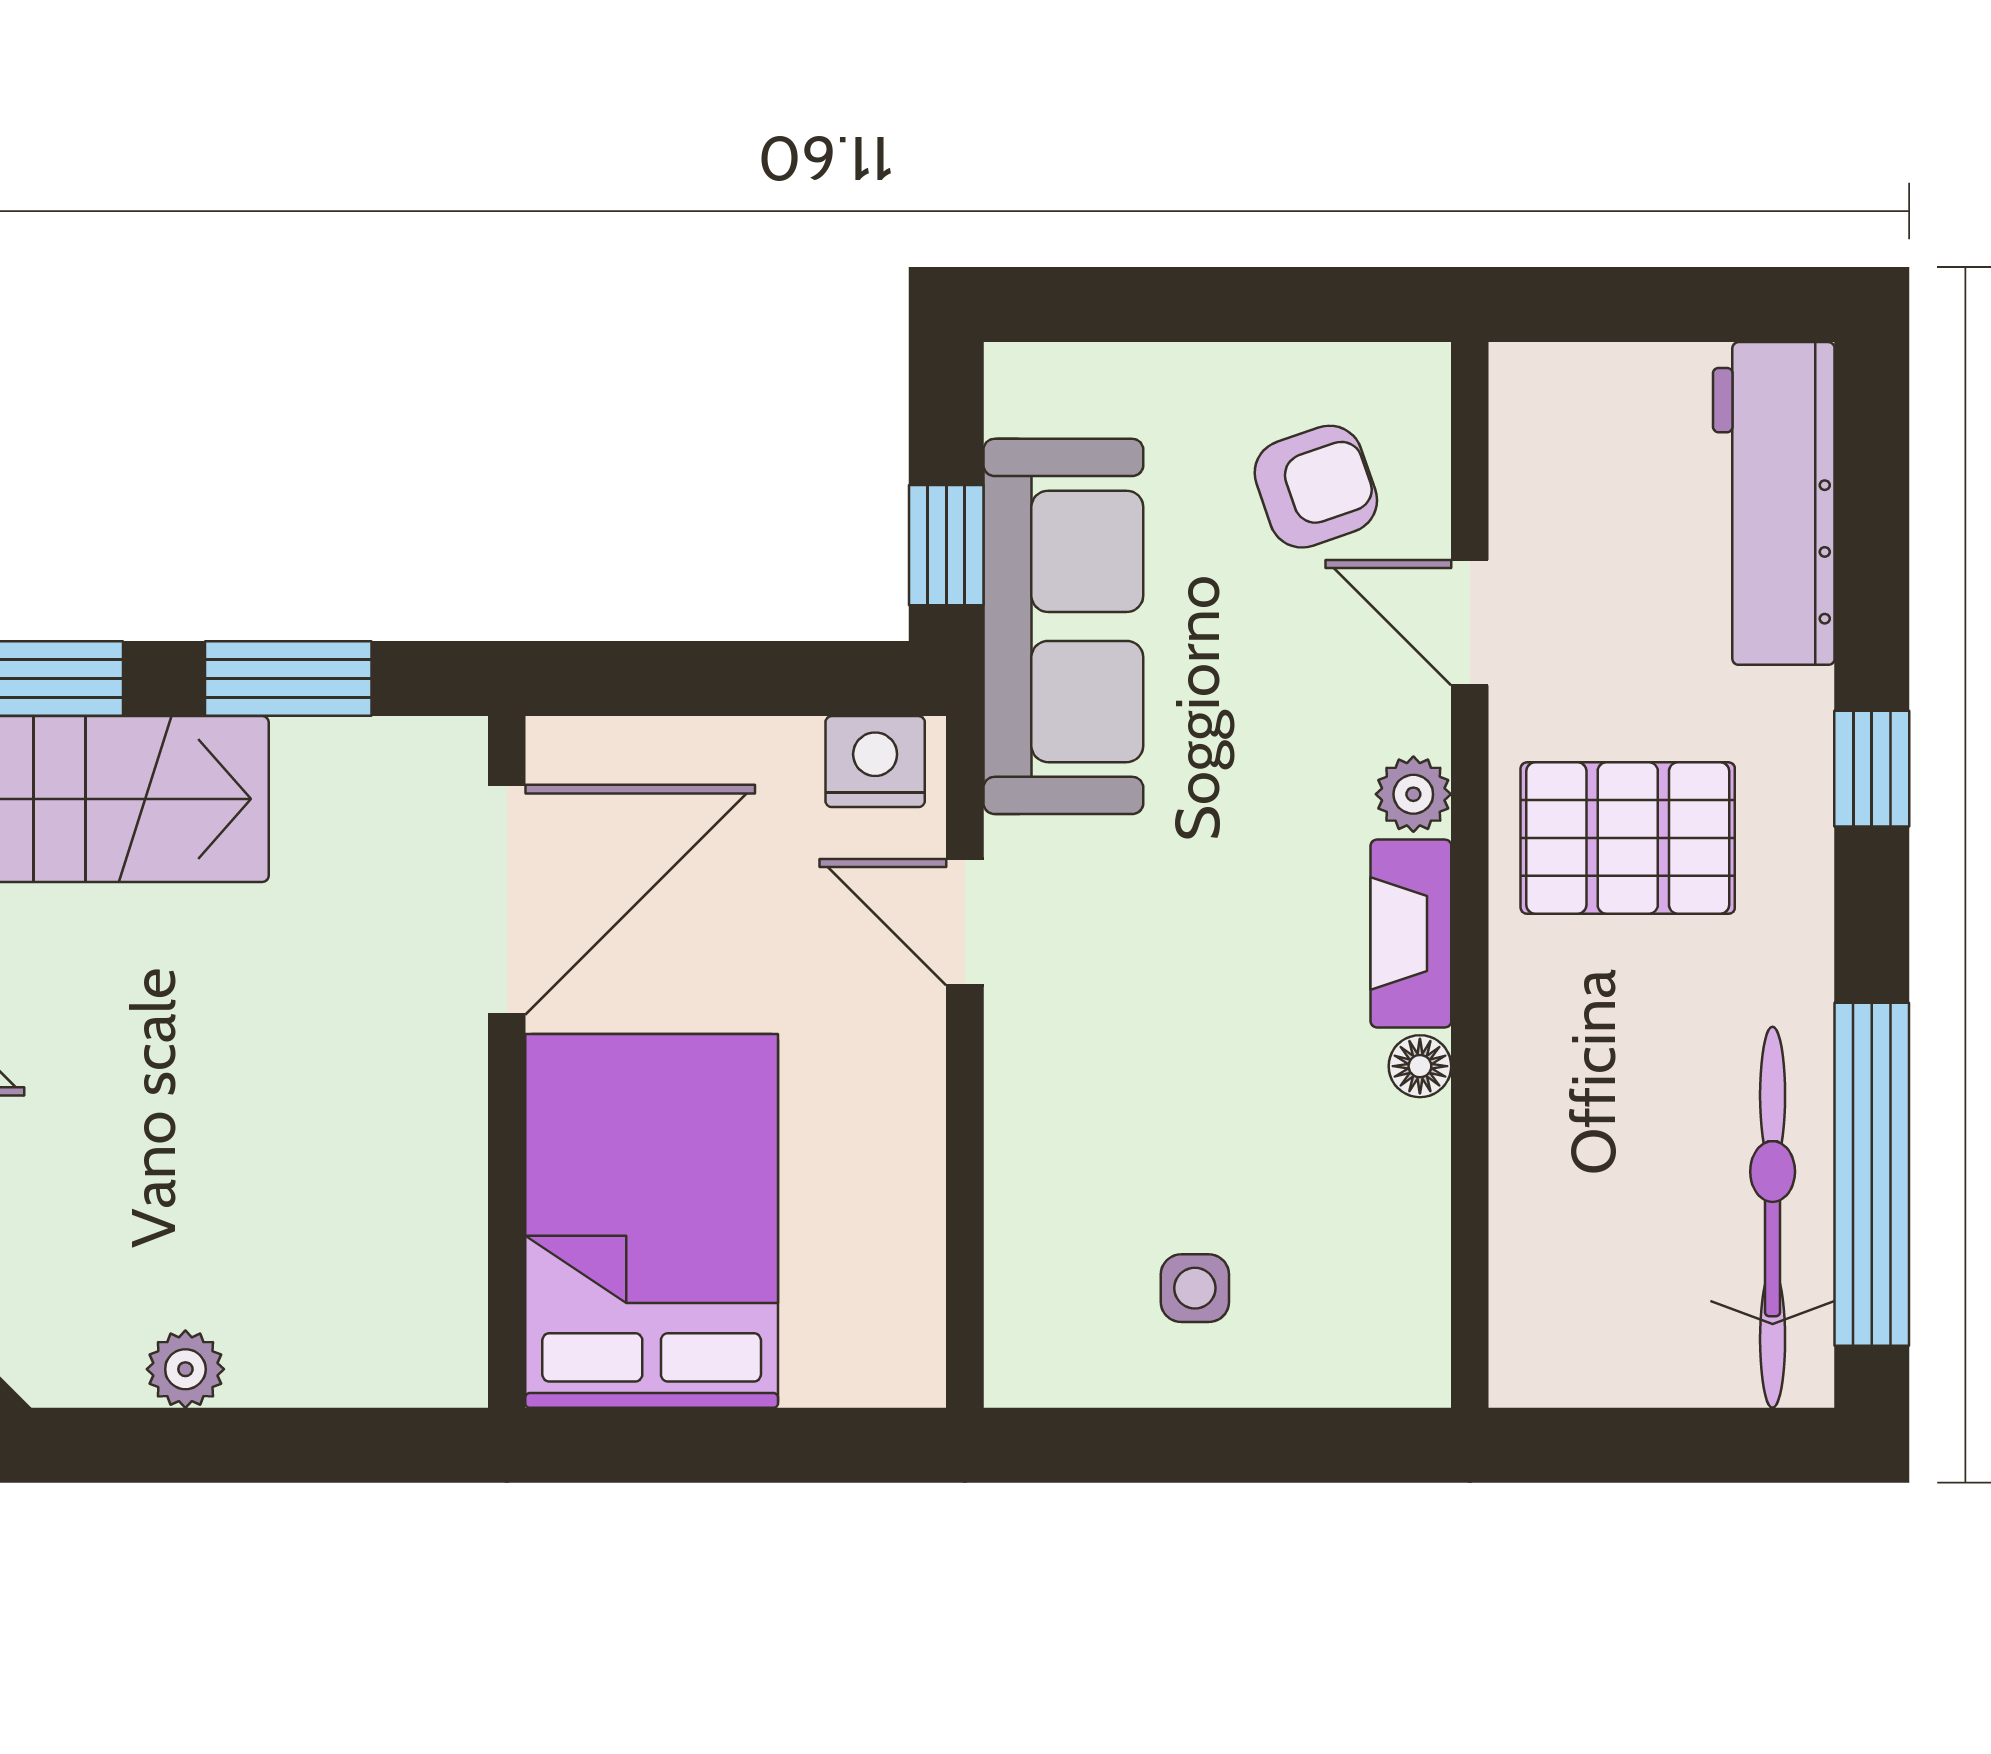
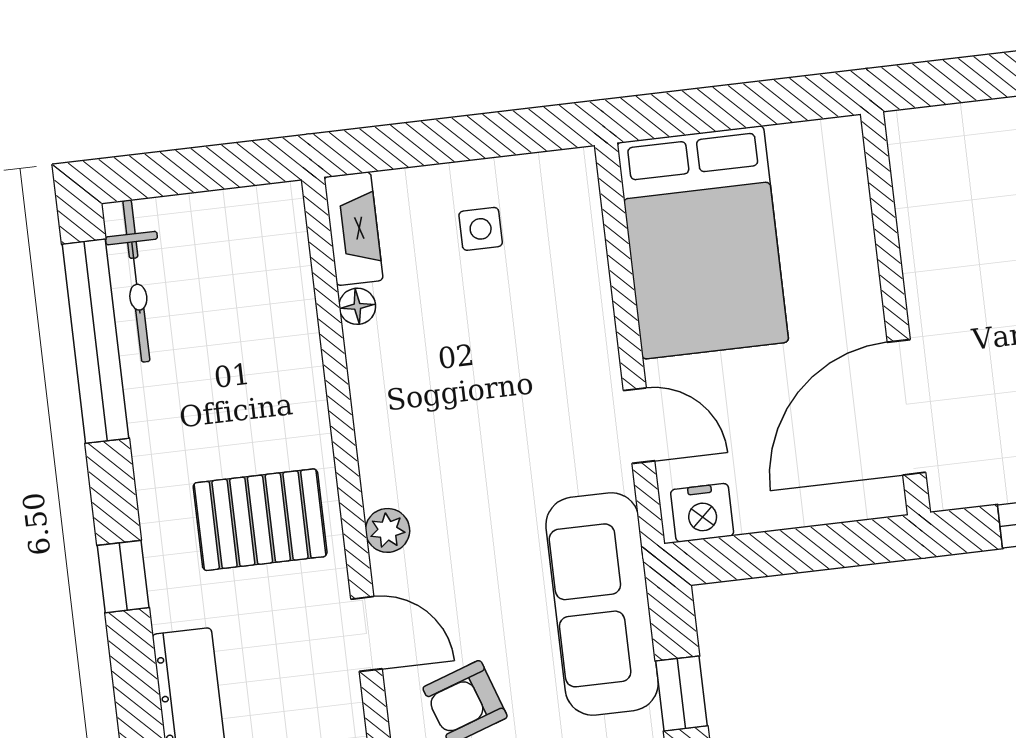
window: (946, 545) -> (682, 693), moved
fireplace: (1411, 933) -> (353, 229), moved
floor lamp: (1420, 1066) -> (357, 306), moved
bicycle: (1773, 1217) -> (136, 281), width x0.73, depth x0.71
bed: (652, 1221) -> (703, 242), moved

